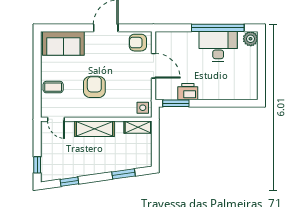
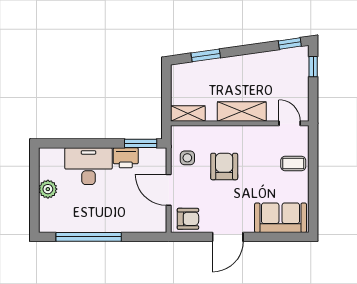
plant: (251, 39) -> (48, 189), moved
desk: (218, 46) -> (89, 166), moved, turned 180
armchair: (94, 87) -> (224, 166), moved, turned 180
side table: (143, 108) -> (187, 158), moved
window: (69, 182) -> (290, 43), moved

